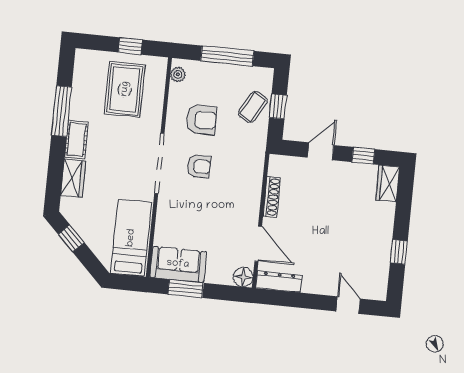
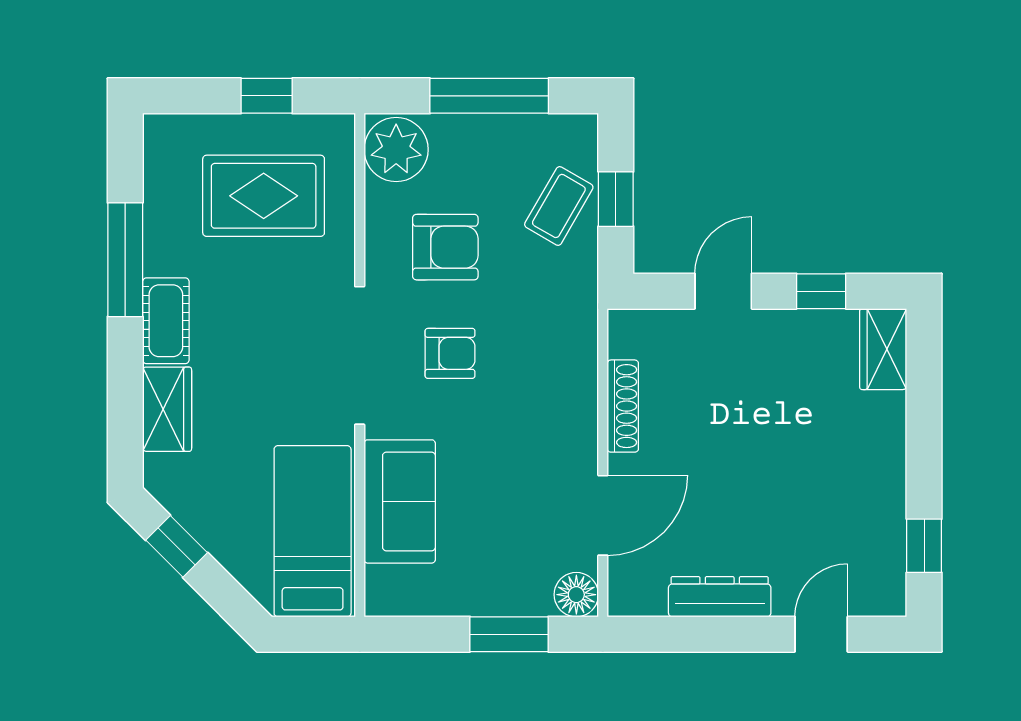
plant: (178, 74) -> (396, 150), width x1.88, depth x1.88
rug: (125, 89) -> (264, 196), turned 90
door: (258, 244) -> (603, 515), hinge flipped
window: (399, 252) -> (924, 546), moved
sofa: (178, 264) -> (400, 501), moved, turned 90
dresser: (279, 282) -> (720, 597), moved
window: (186, 289) -> (509, 634), moved
door: (348, 305) -> (821, 634), hinge flipped

